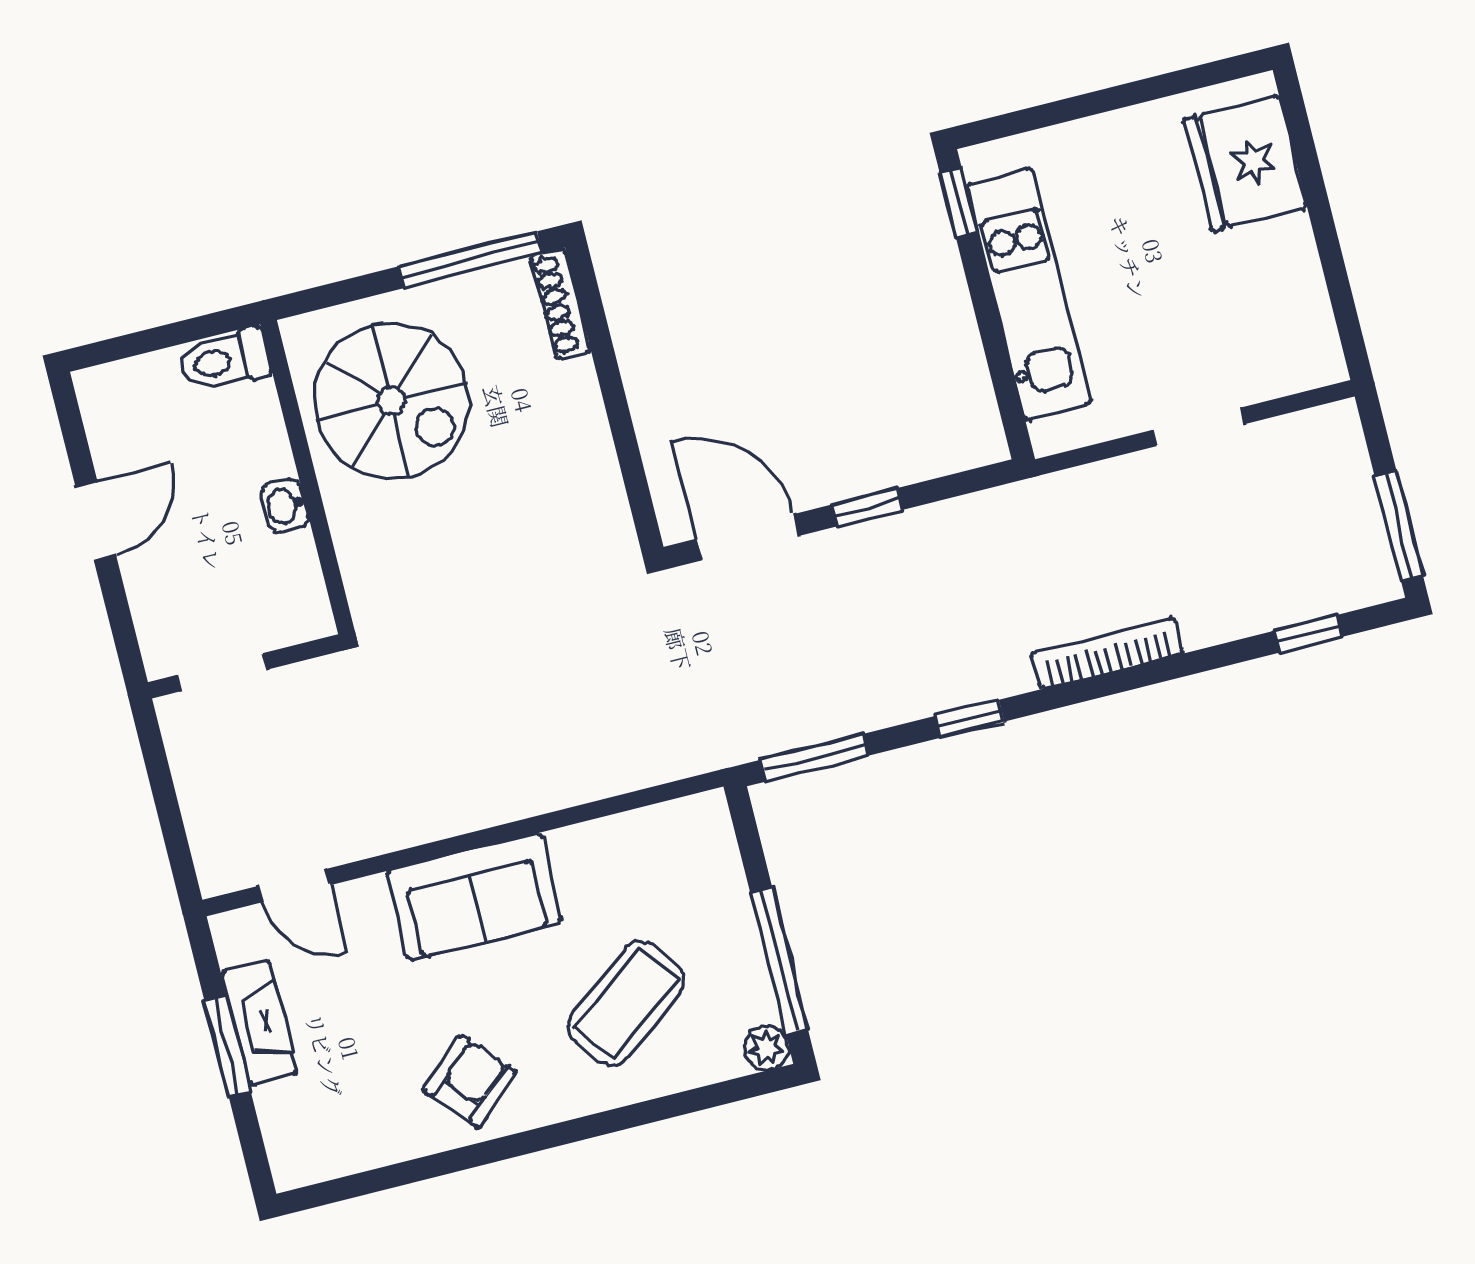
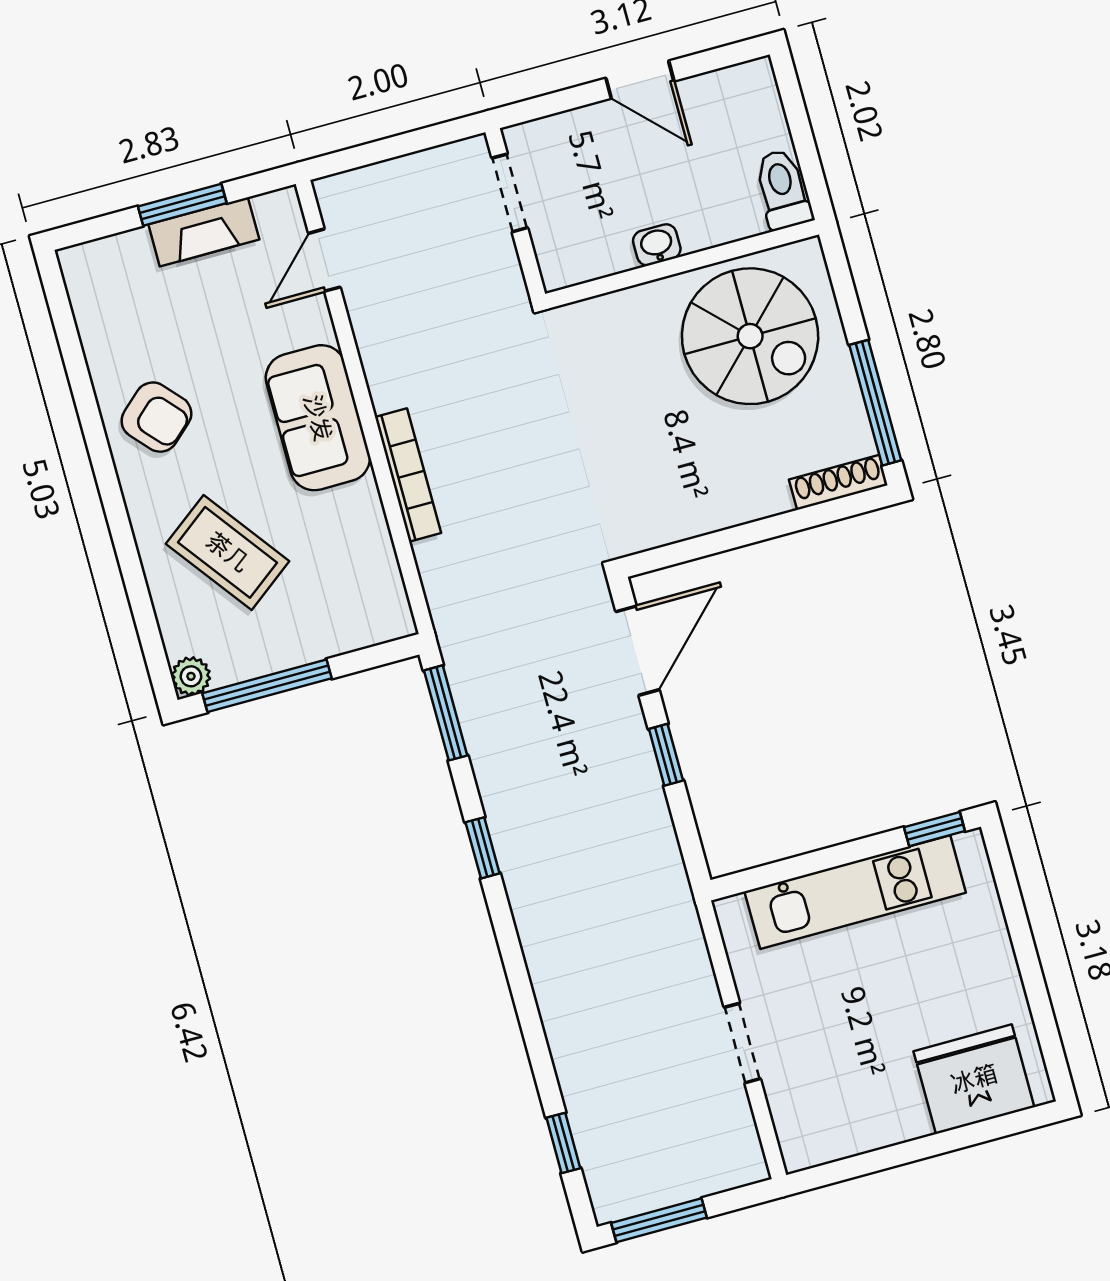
spiral stairs: (391, 401) -> (750, 336), turned -90
bookcase: (1107, 653) -> (408, 475), moved

